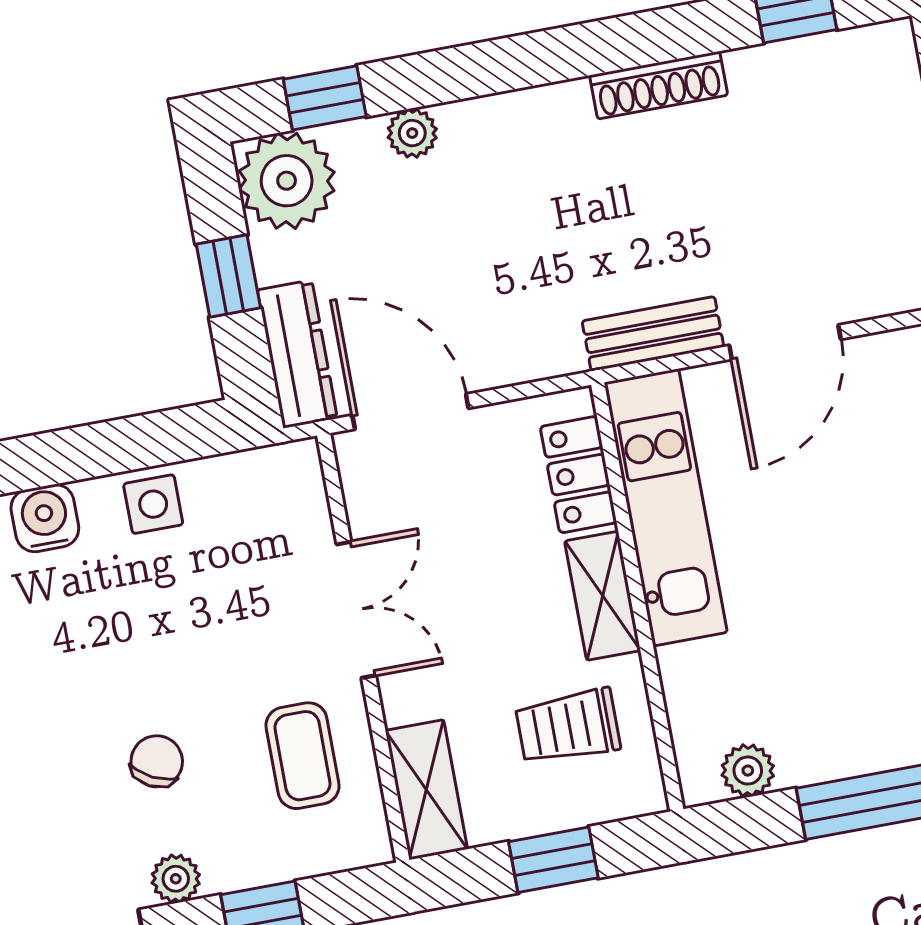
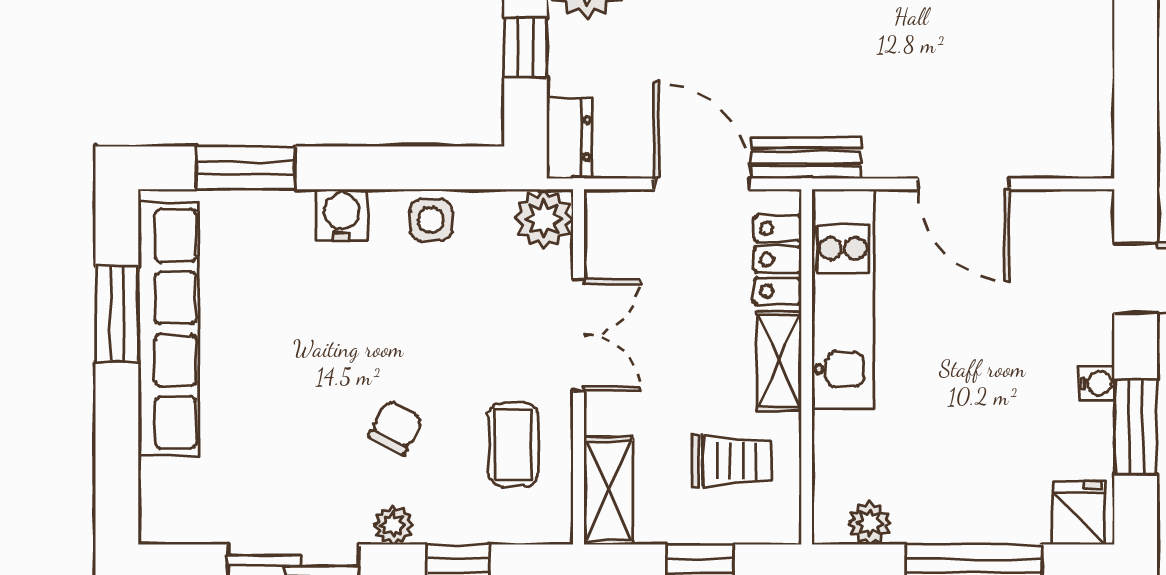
bench: (653, 334) -> (806, 158), moved
door: (785, 342) -> (964, 184), hinge flipped
dresser: (297, 354) -> (569, 138), width x0.70
door: (410, 412) -> (702, 184), moved
plant: (288, 477) -> (544, 219), added
trolley: (568, 727) -> (731, 461), turned 180

